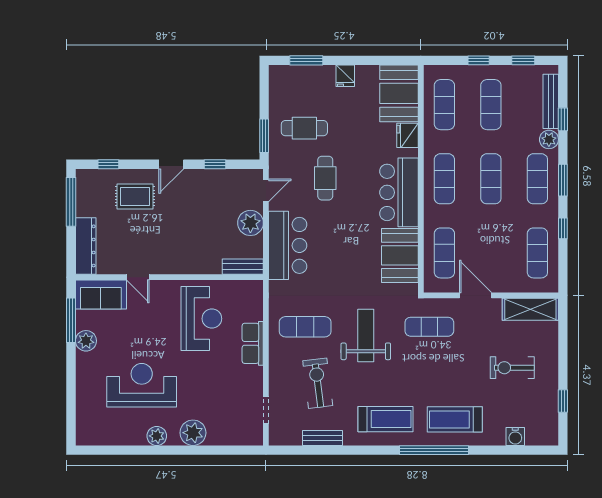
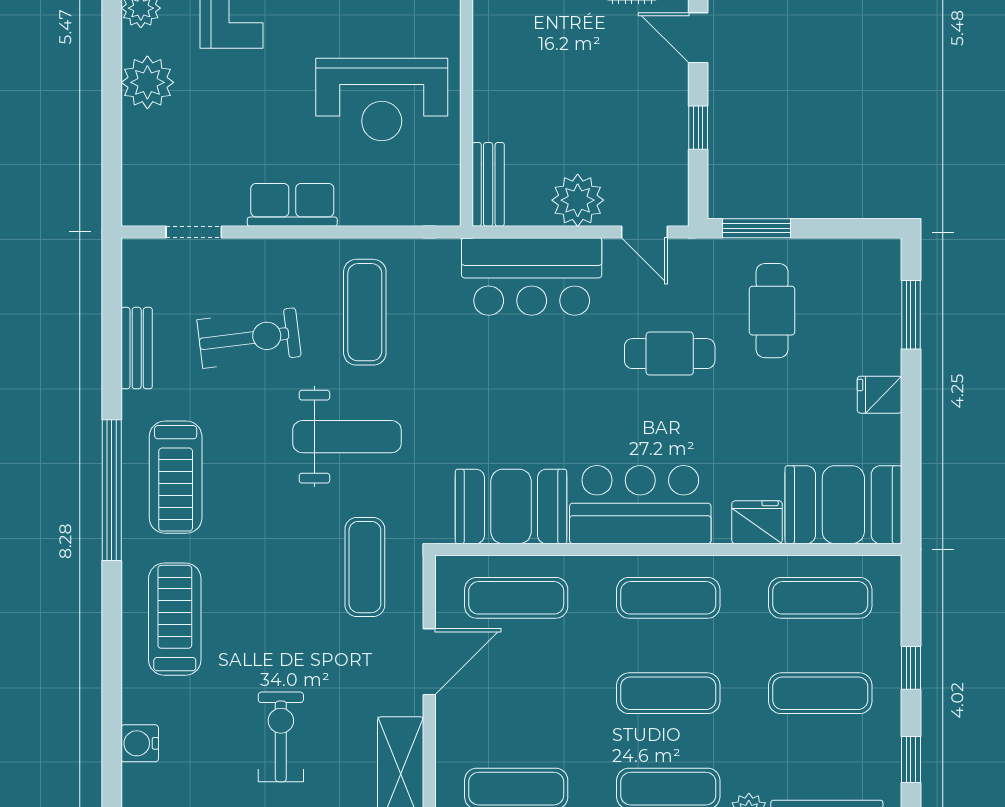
row of seats: (253, 343) -> (292, 205), moved
window: (434, 450) -> (112, 490), moved

